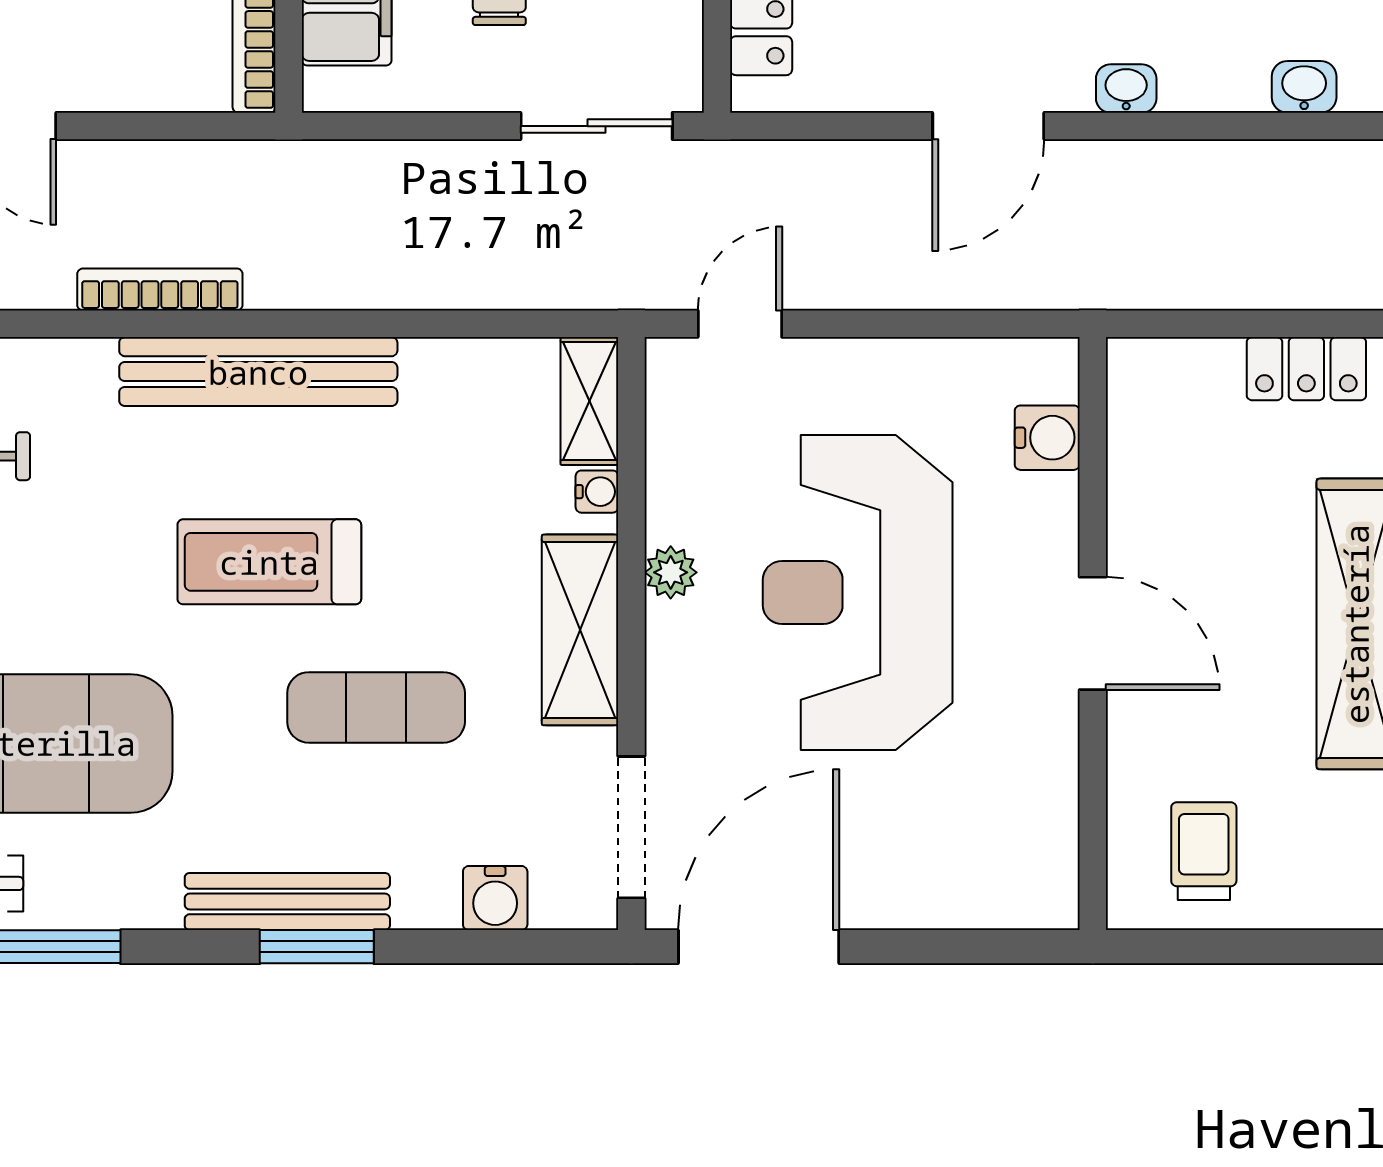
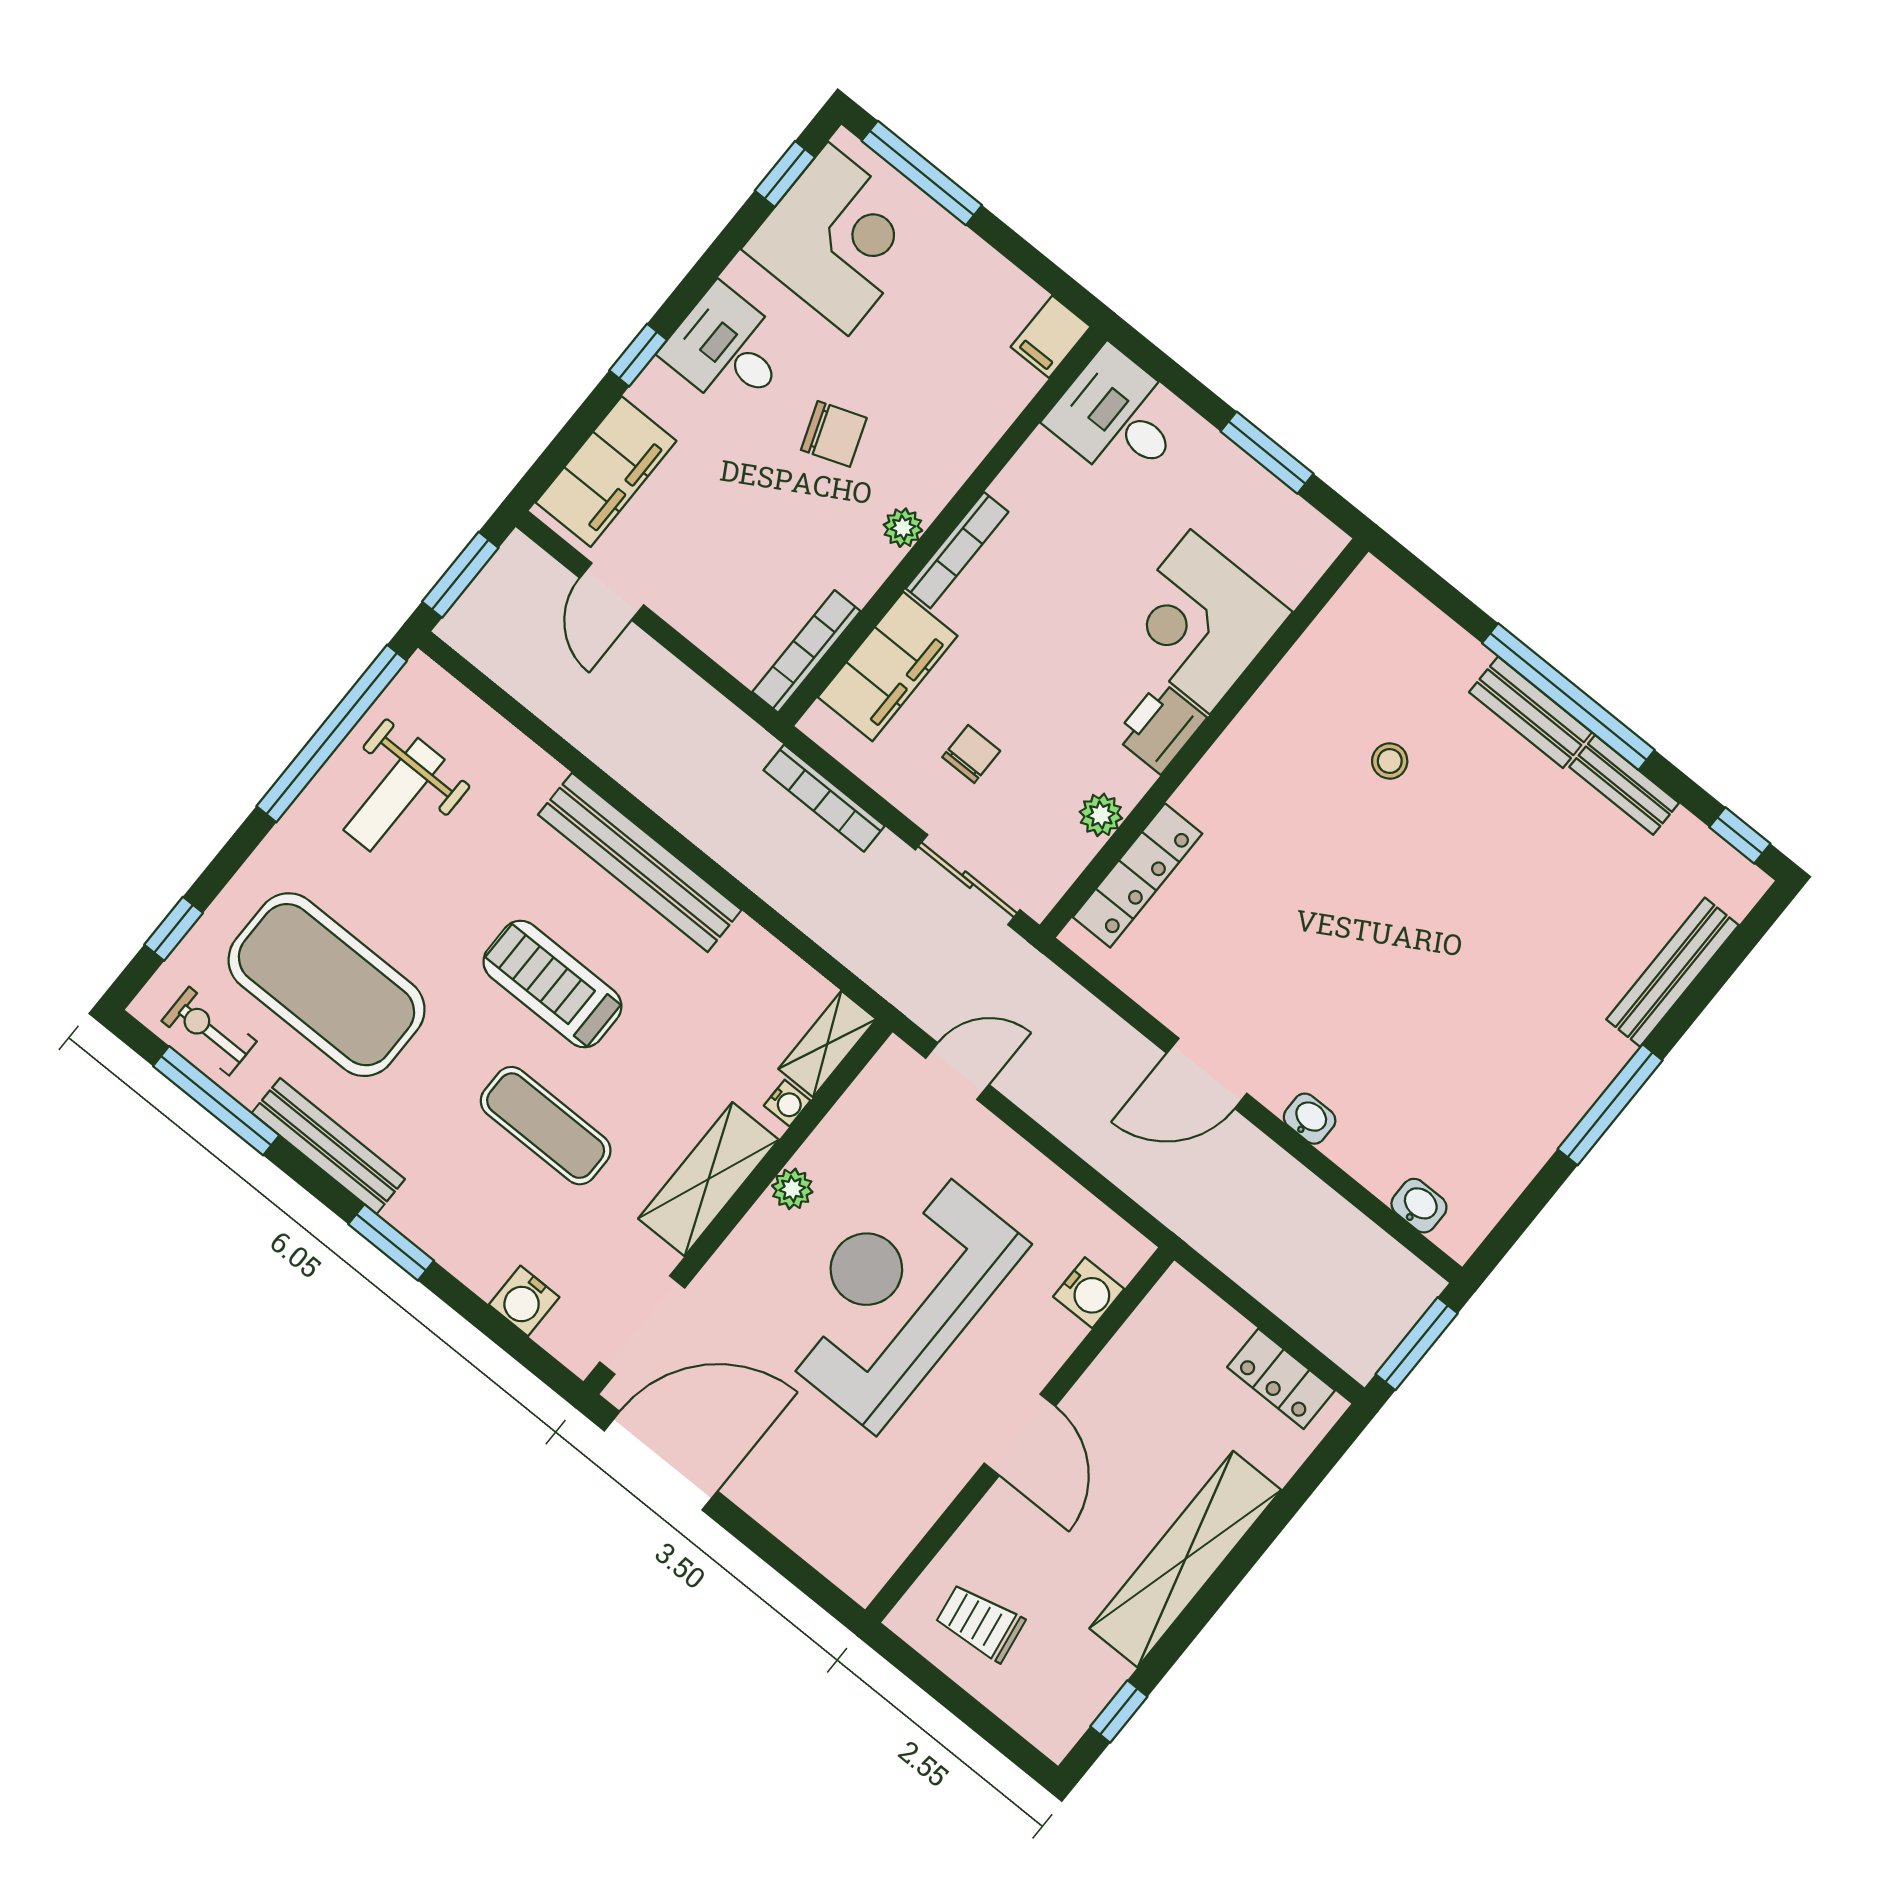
bookcase: (160, 289) -> (824, 798), moved, turned 180
trolley: (1204, 851) -> (980, 1623), turned -99
bench: (287, 901) -> (328, 1146), moved

